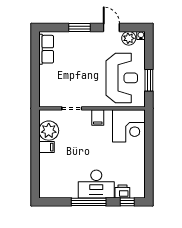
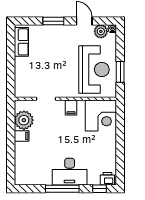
printer: (122, 191) -> (107, 179), moved

